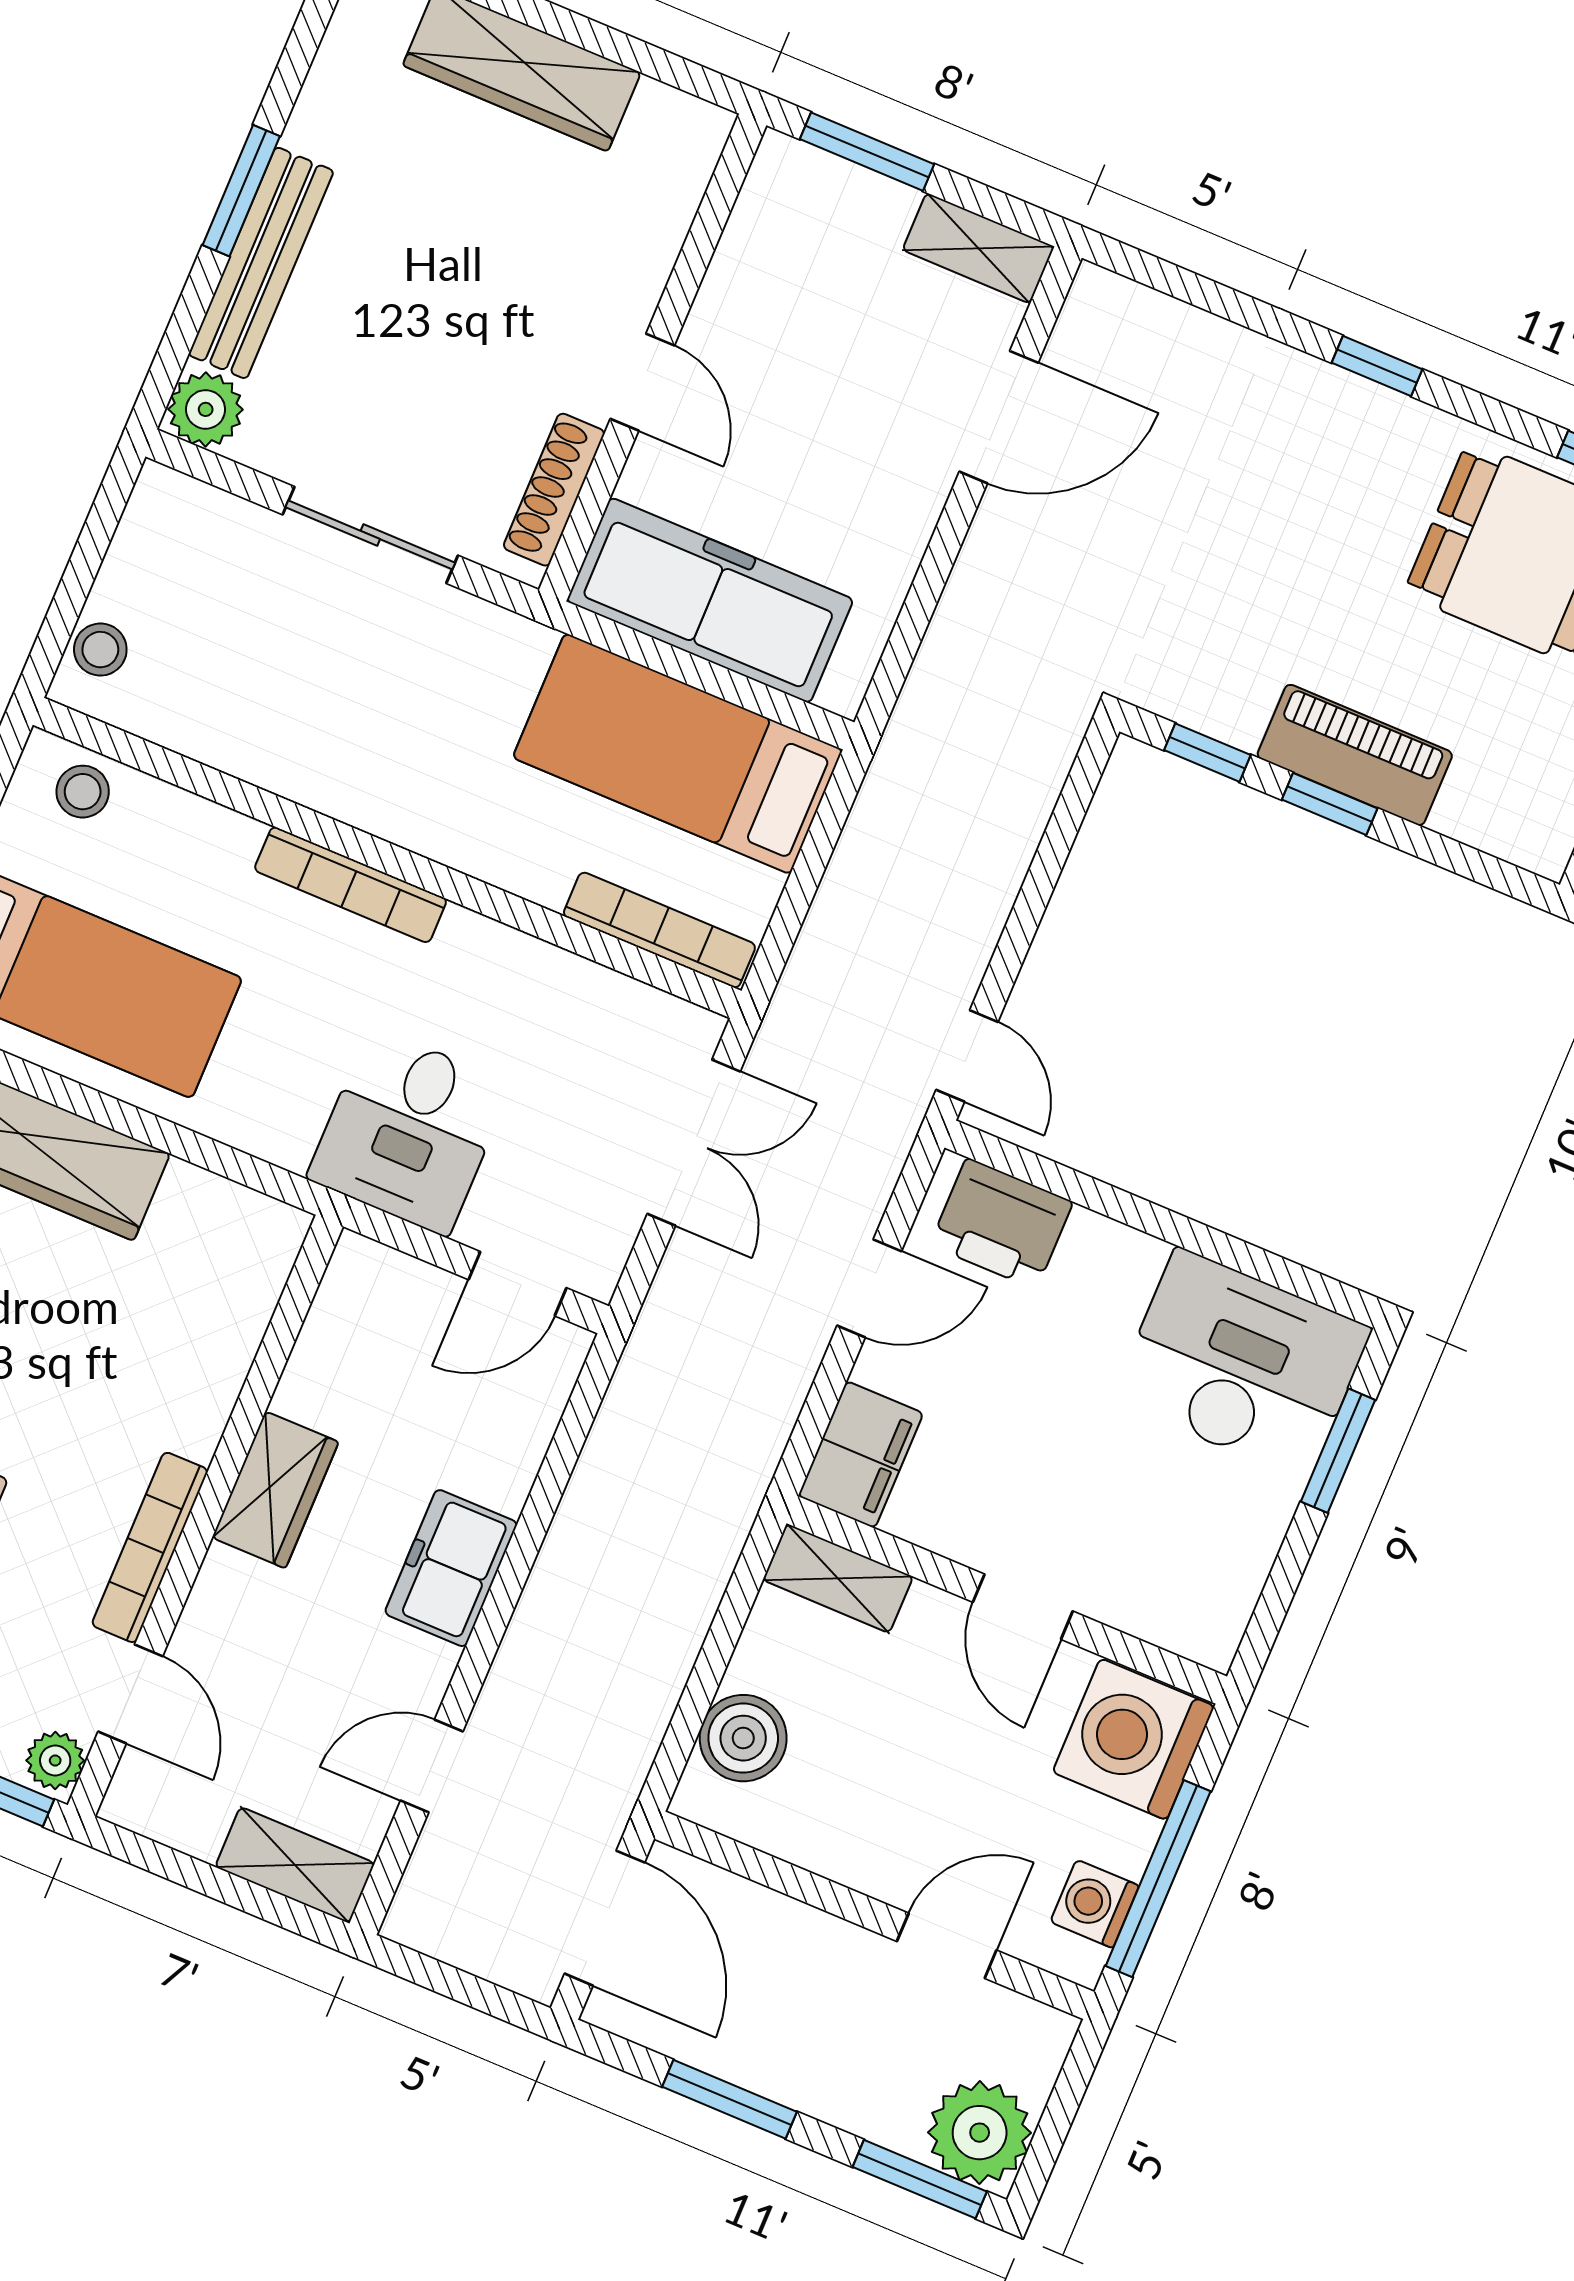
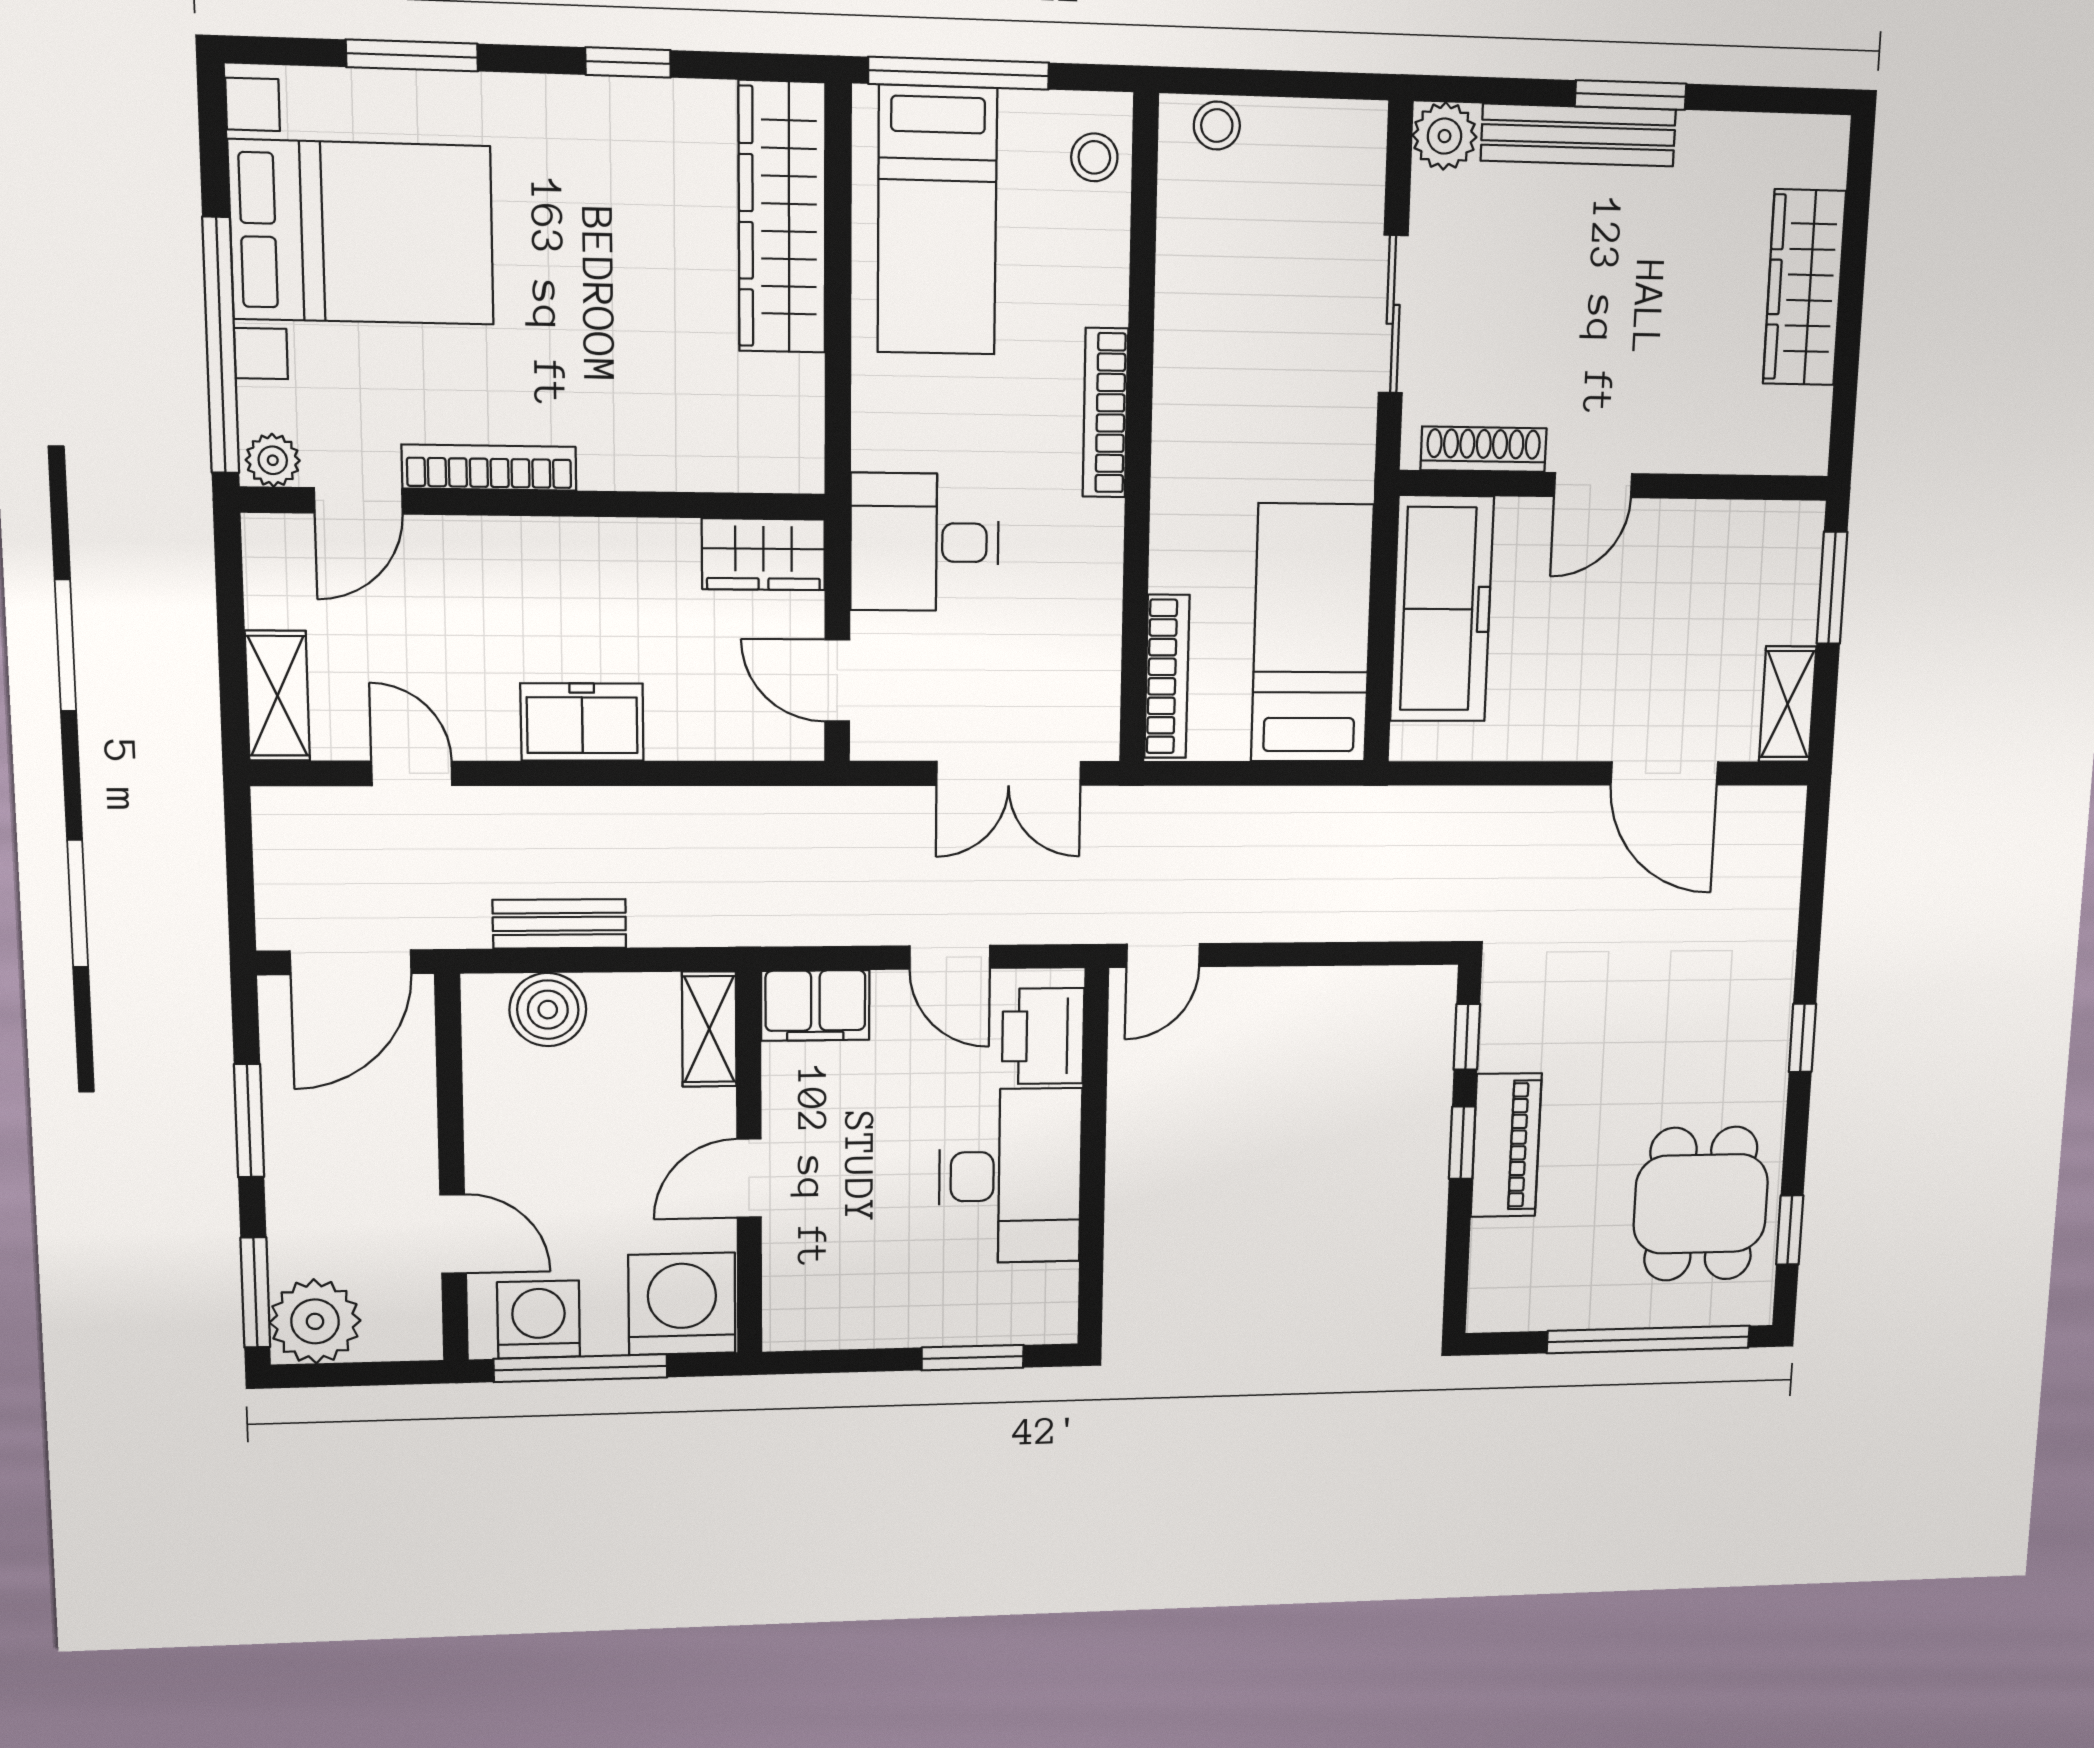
desk: (1242, 1364) -> (1010, 1176), moved
wardrobe: (275, 1490) -> (763, 554), moved
bench: (656, 1685) -> (559, 924), added
washing machine: (1095, 1904) -> (539, 1320), width x1.38, depth x1.38

